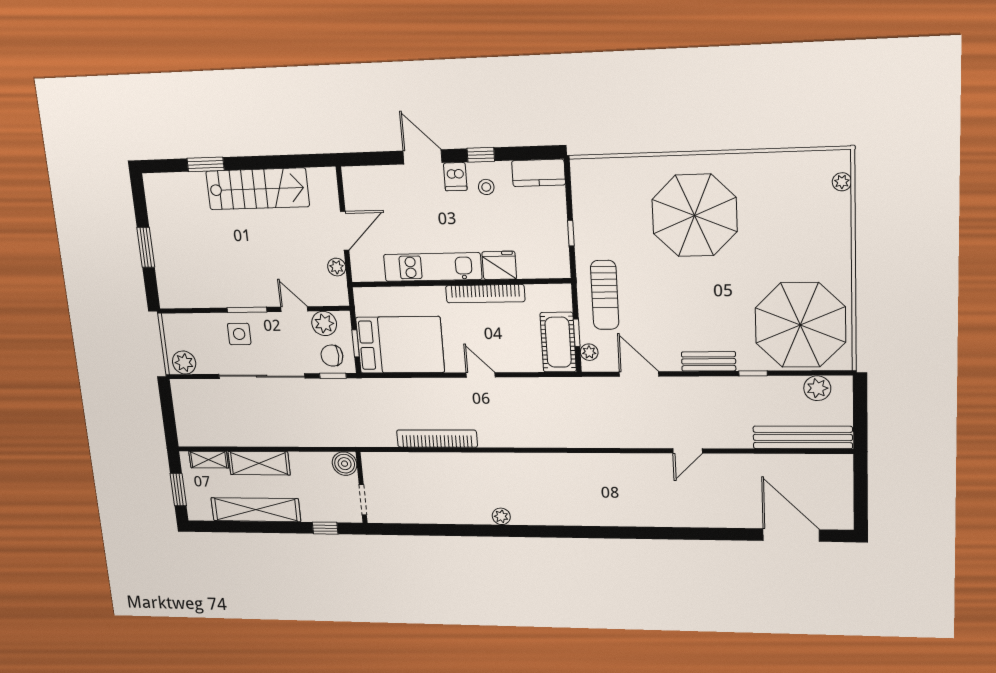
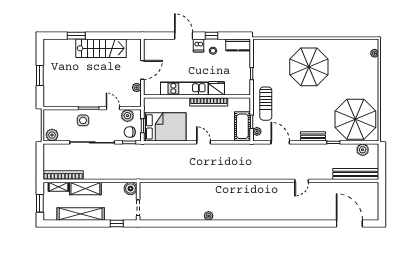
bookcase: (437, 439) -> (63, 175), moved

